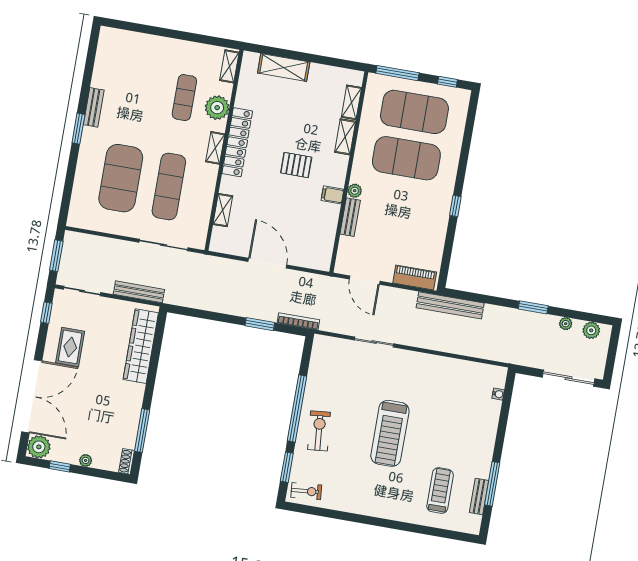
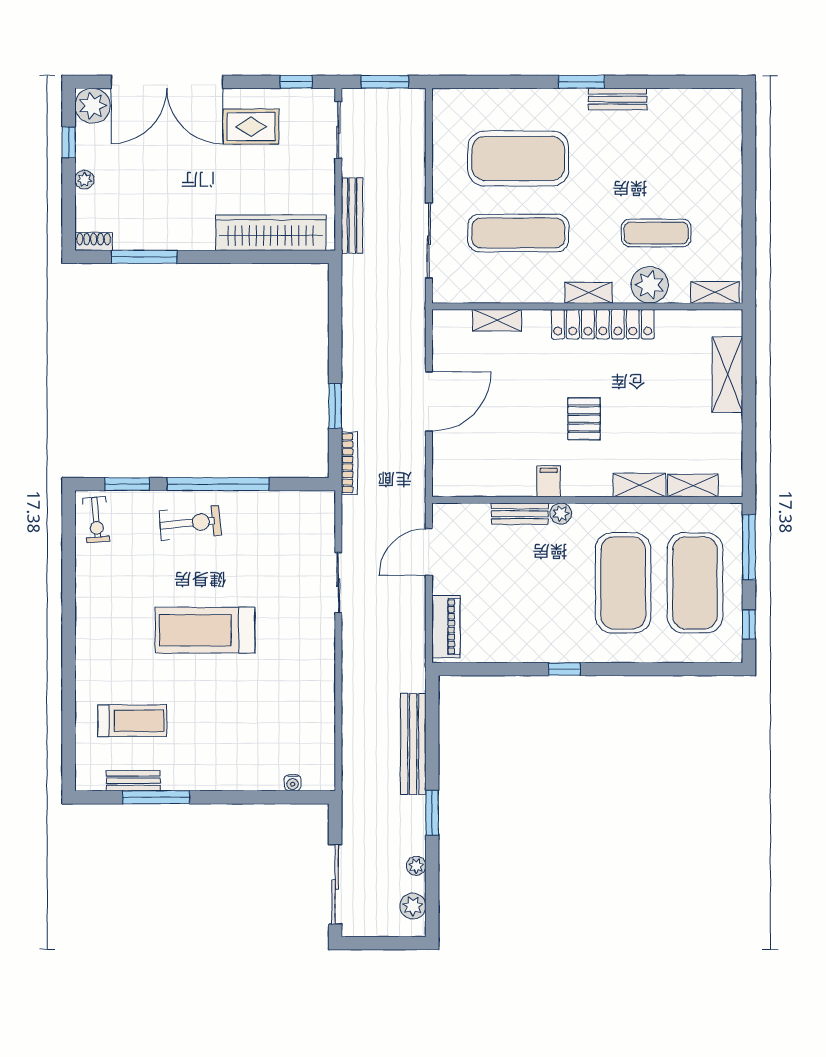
bench: (450, 305) -> (413, 744), moved

